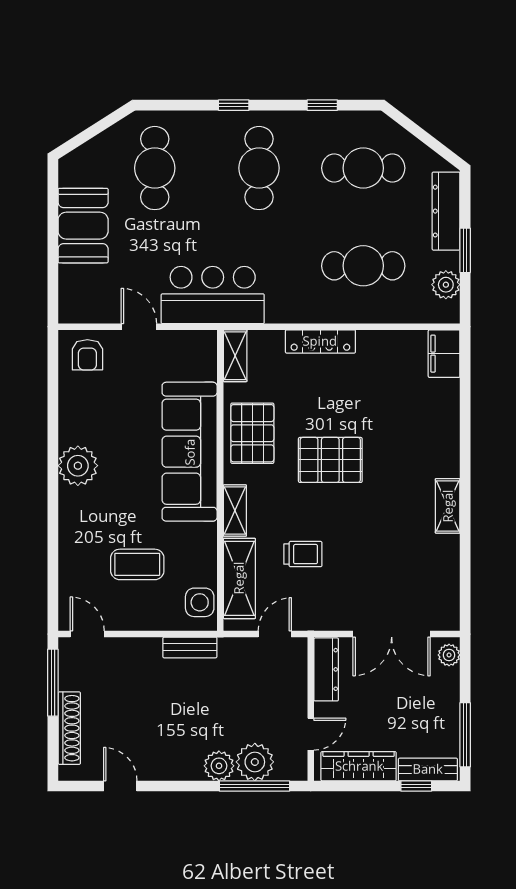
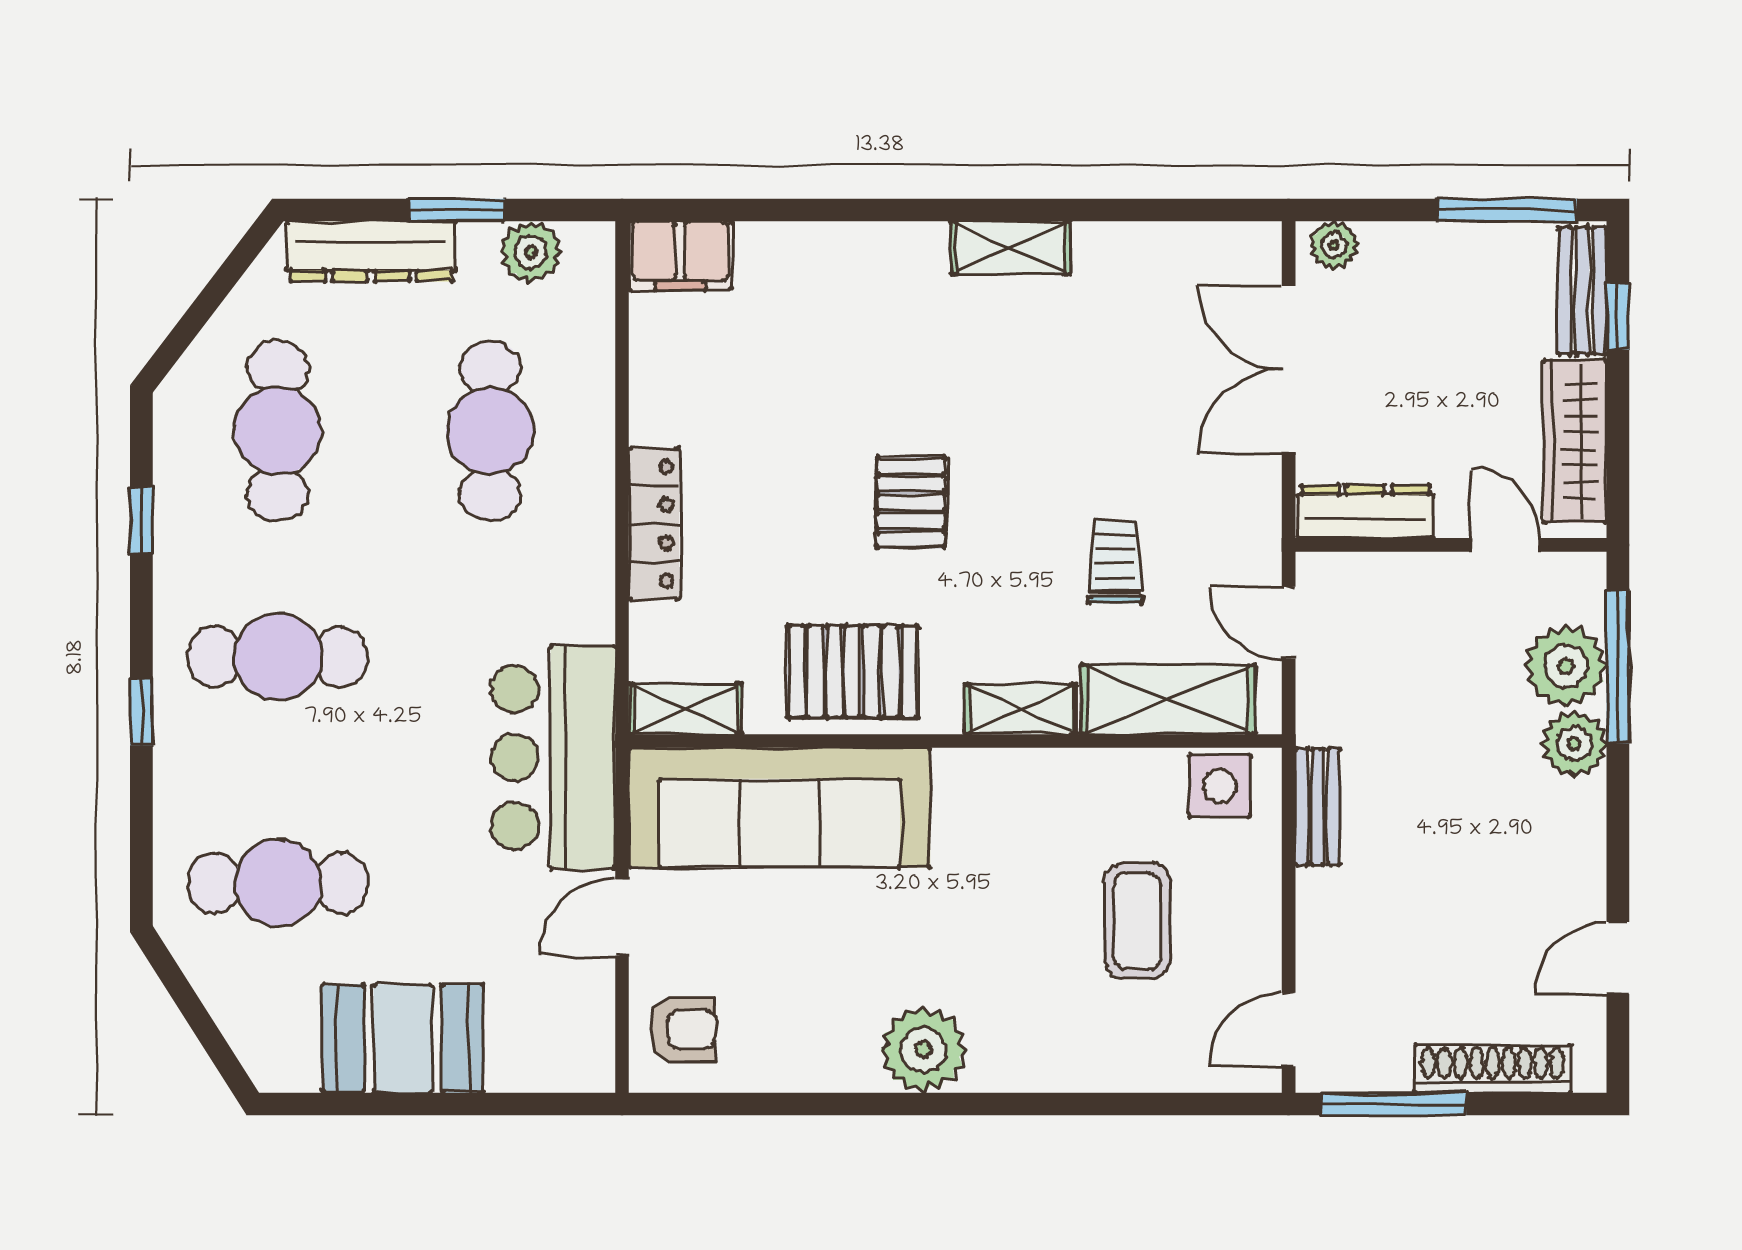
sofa: (190, 452) -> (779, 808), moved
pallet: (330, 460) -> (911, 502), width x0.67, depth x0.71
double door: (392, 634) -> (1289, 370), swing flipped

